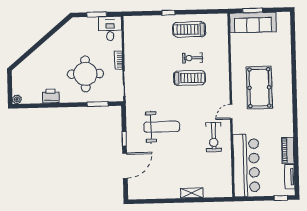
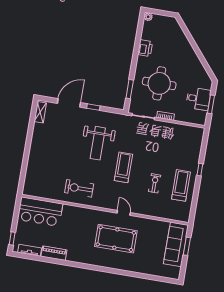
desk: (110, 29) -> (198, 99), moved
treadmill: (189, 78) -> (123, 167), moved, turned 180
door: (231, 112) -> (124, 213), moved
bar counter: (246, 165) -> (40, 212), width x0.73
door: (125, 166) -> (69, 103), swing flipped
shelving: (192, 193) -> (40, 112), moved

